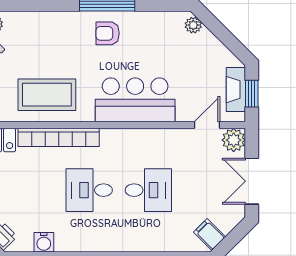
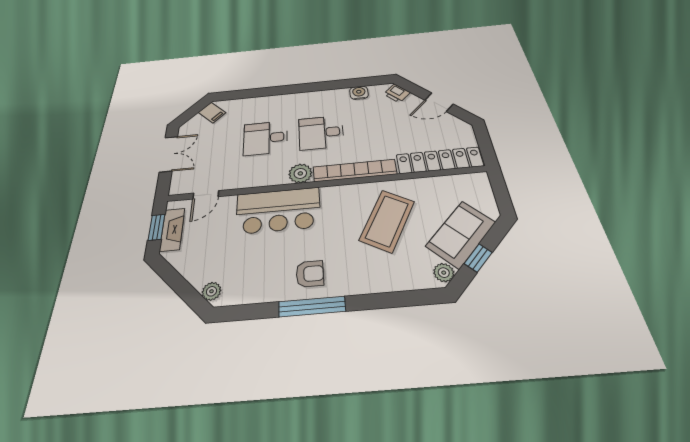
coffee table: (47, 95) -> (387, 221), moved, turned -61
plant: (234, 140) -> (300, 173), moved
desk: (89, 190) -> (321, 133), turned 180

